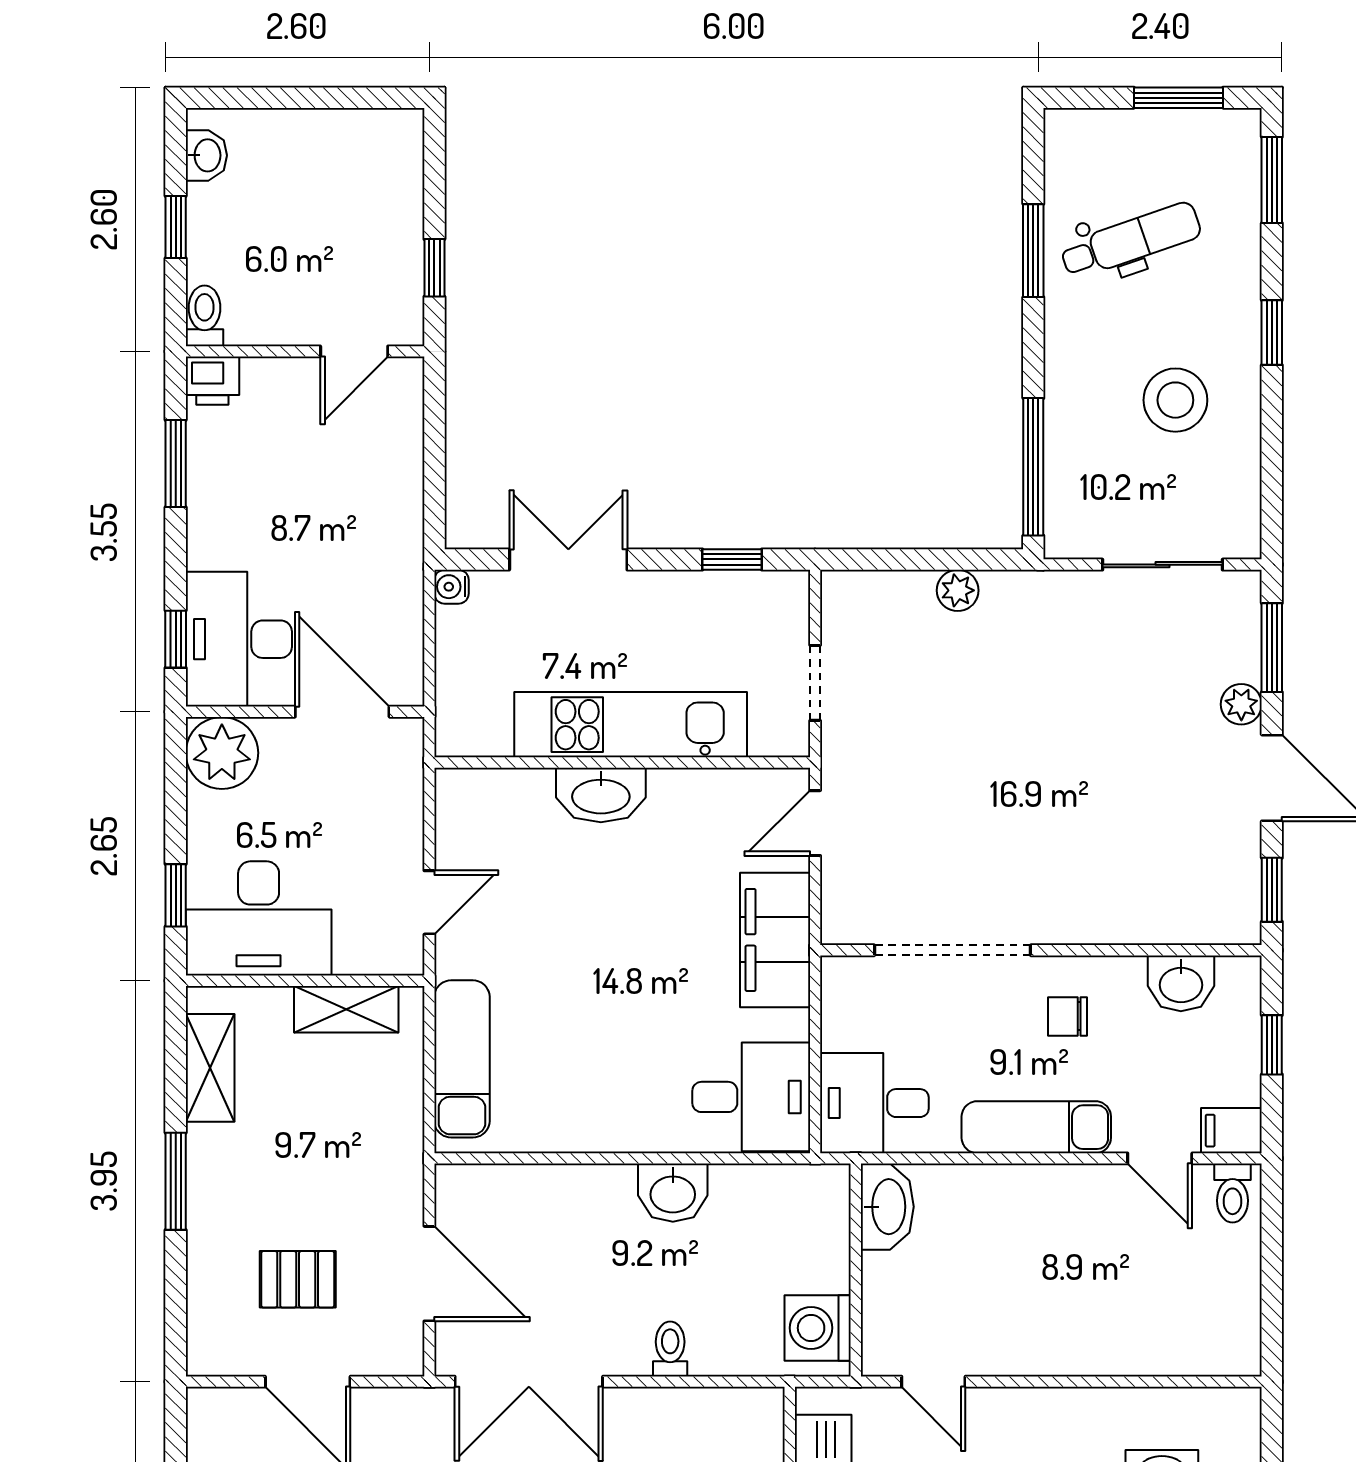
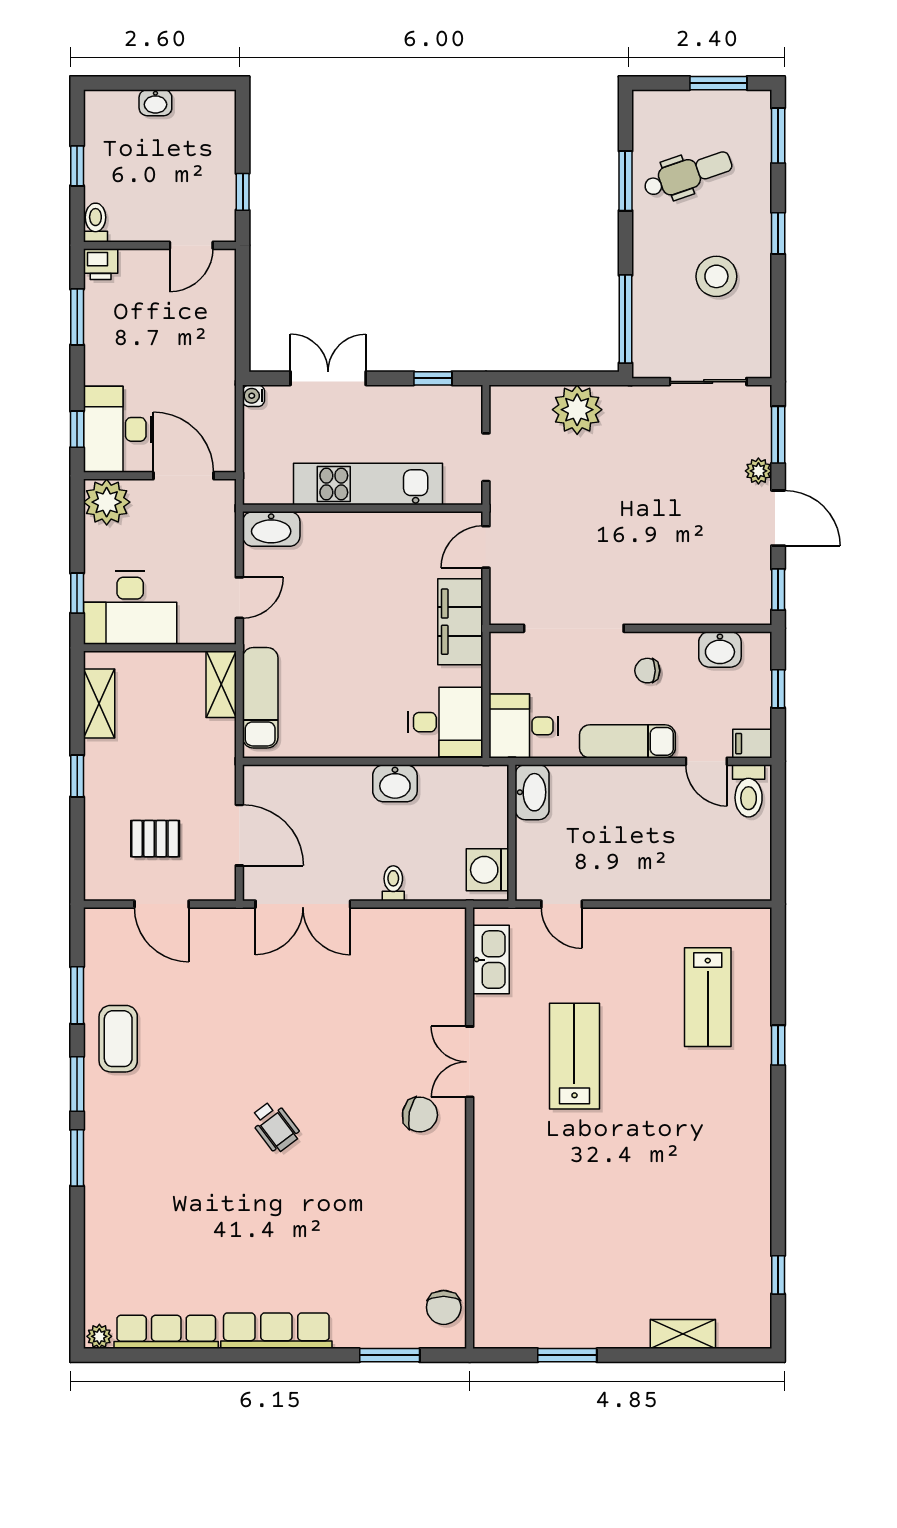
washbasin: (206, 155) -> (155, 103), moved, turned 90
plant: (958, 590) -> (577, 410), width x1.88, depth x1.88
washbasin: (601, 795) -> (271, 529), moved
shelving: (346, 1009) -> (221, 684), moved, turned 90
window: (176, 1181) -> (77, 776), width x0.67
toilet: (1233, 1193) -> (749, 791), width x1.37, depth x1.39

